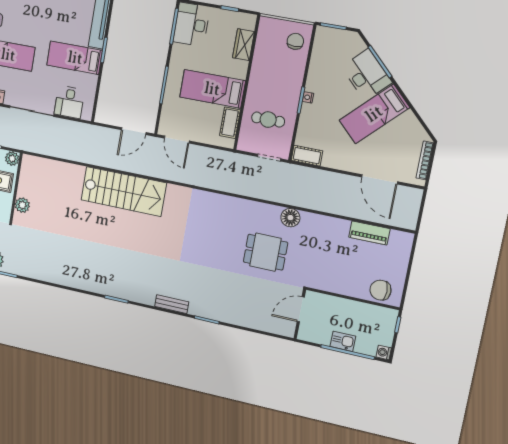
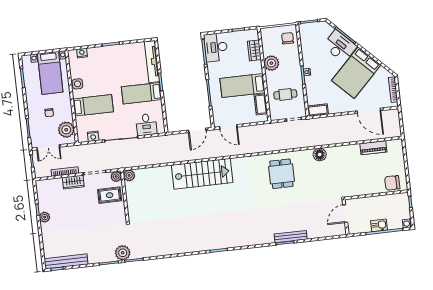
plant: (262, 70) -> (271, 63), added
bed: (374, 114) -> (356, 73), width x1.50
plant: (22, 205) -> (129, 175), moved
dining table: (265, 252) -> (281, 174), moved, turned 90
bench: (172, 304) -> (291, 237), moved, width x1.36

